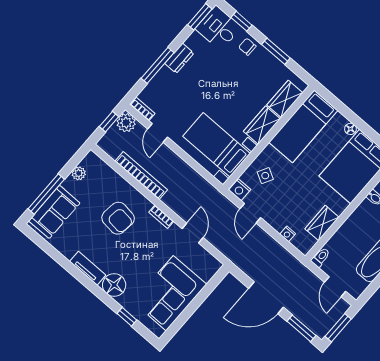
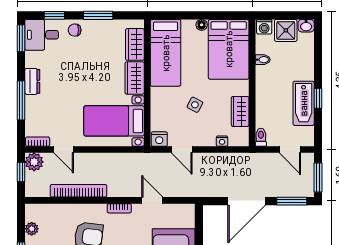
side table: (265, 176) -> (195, 105), moved

